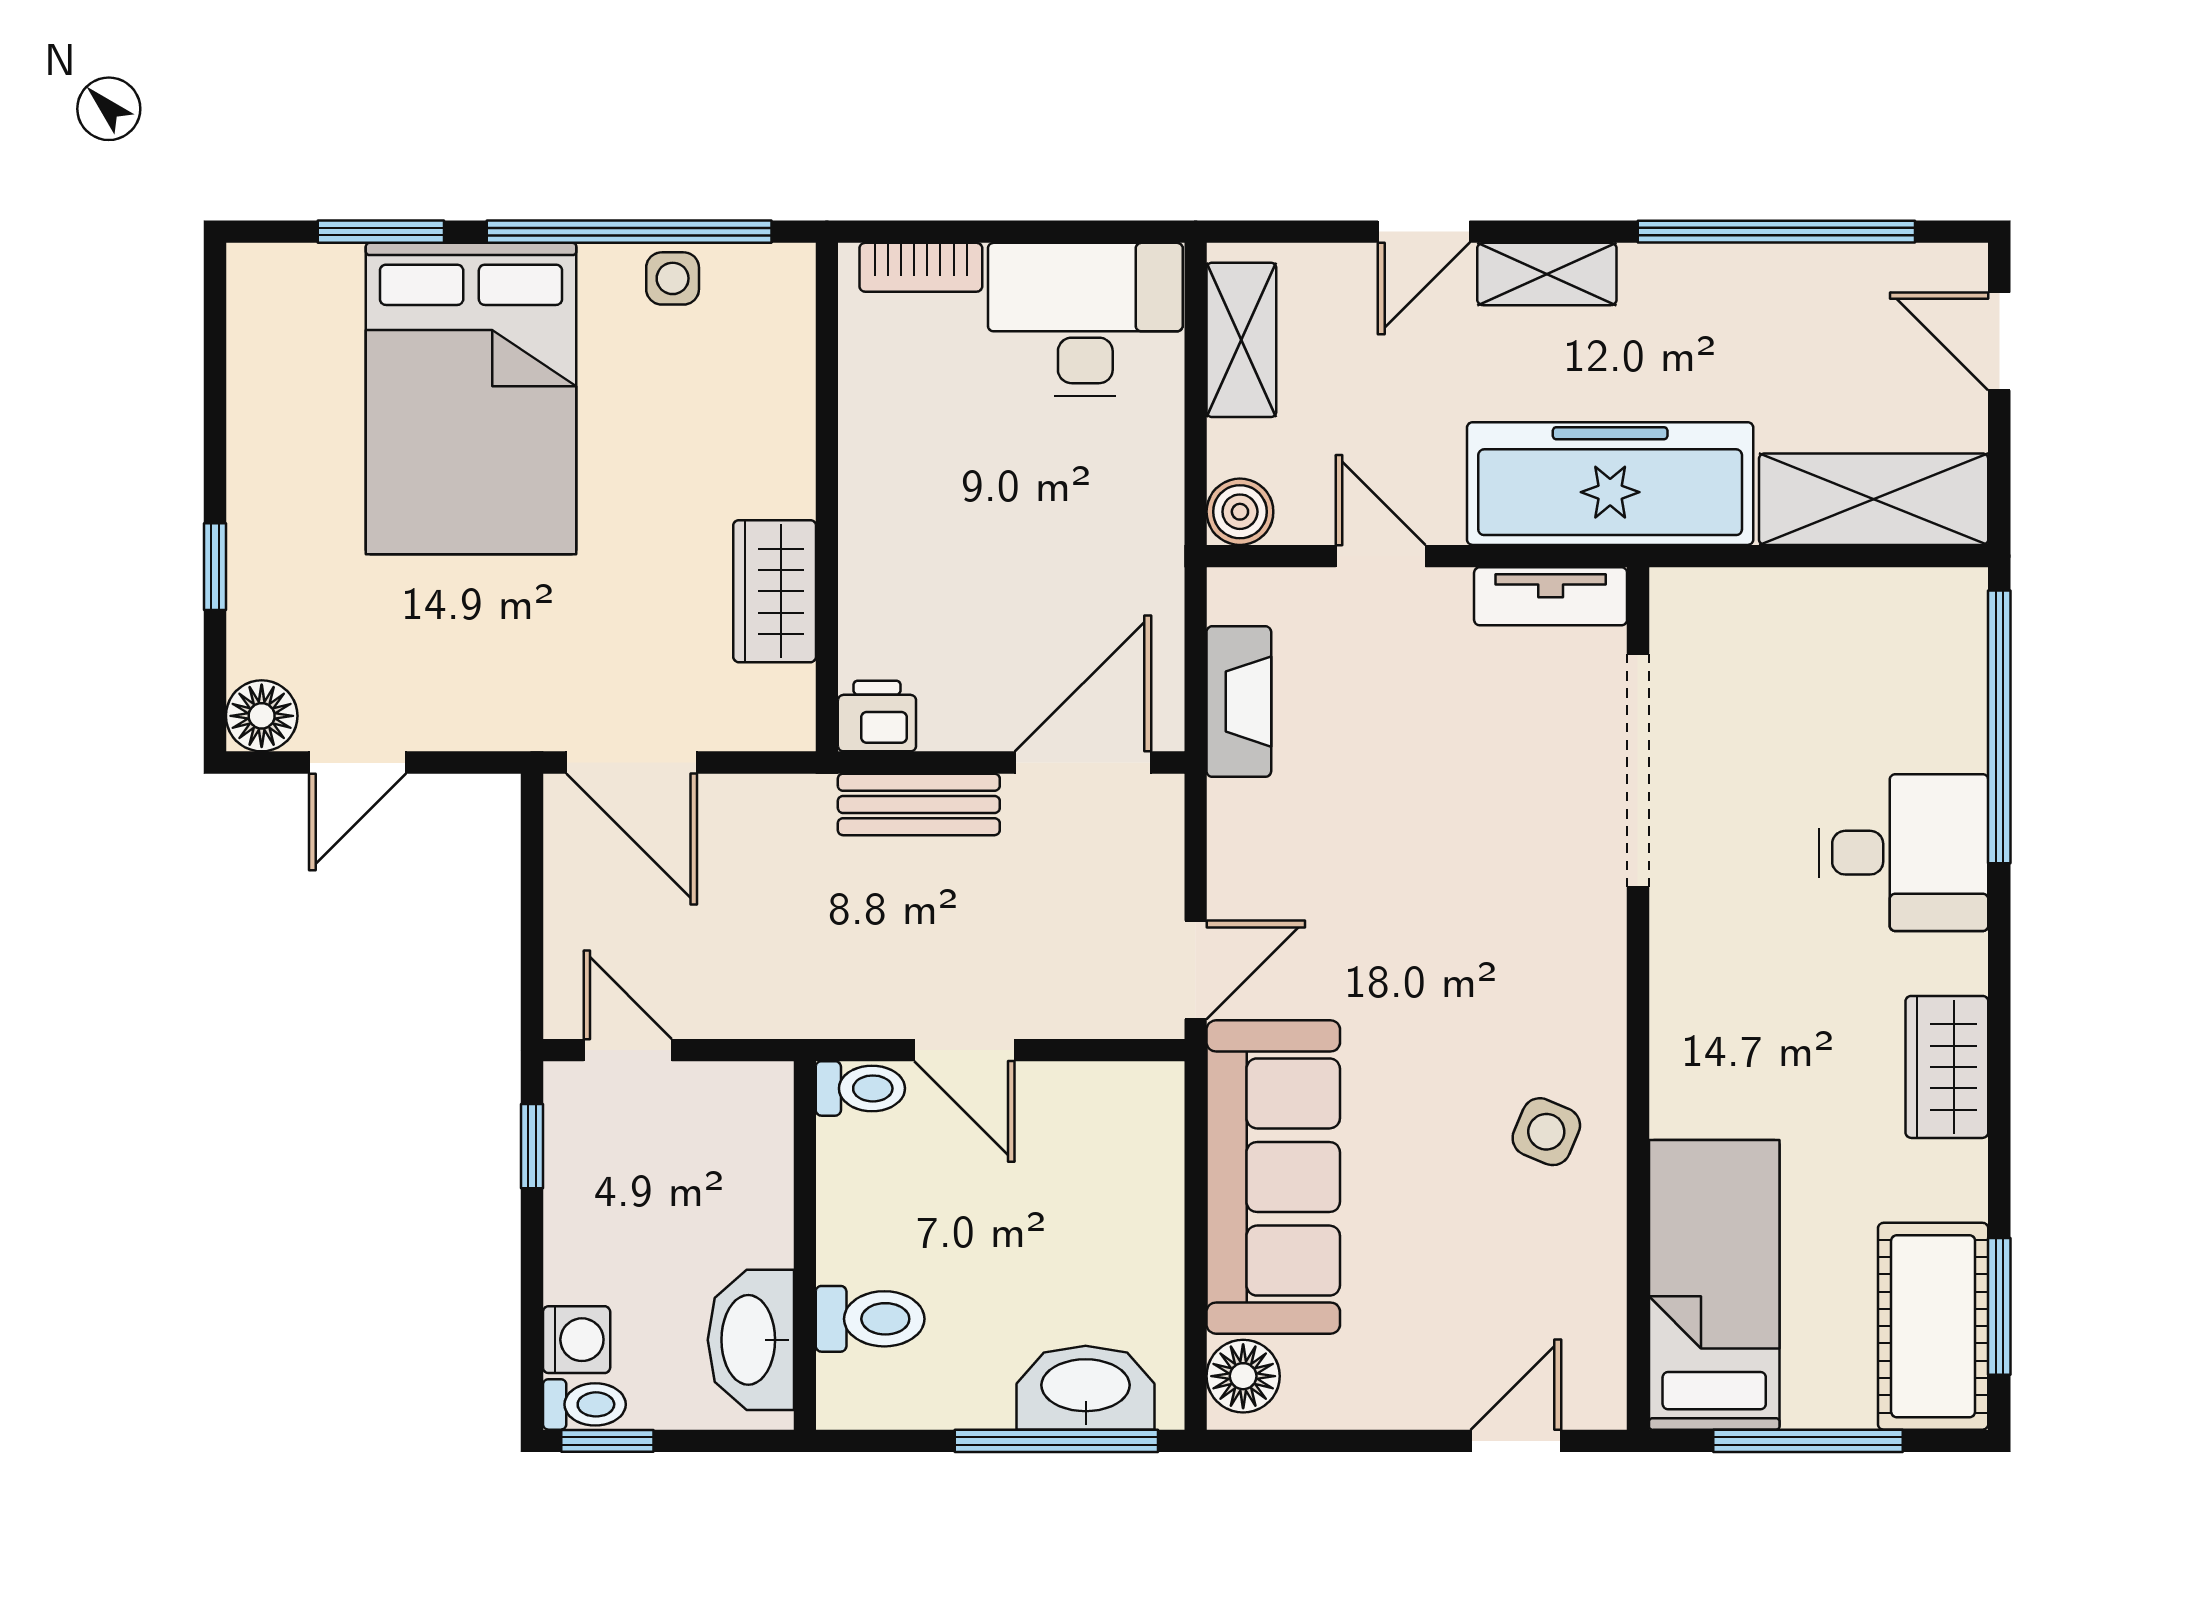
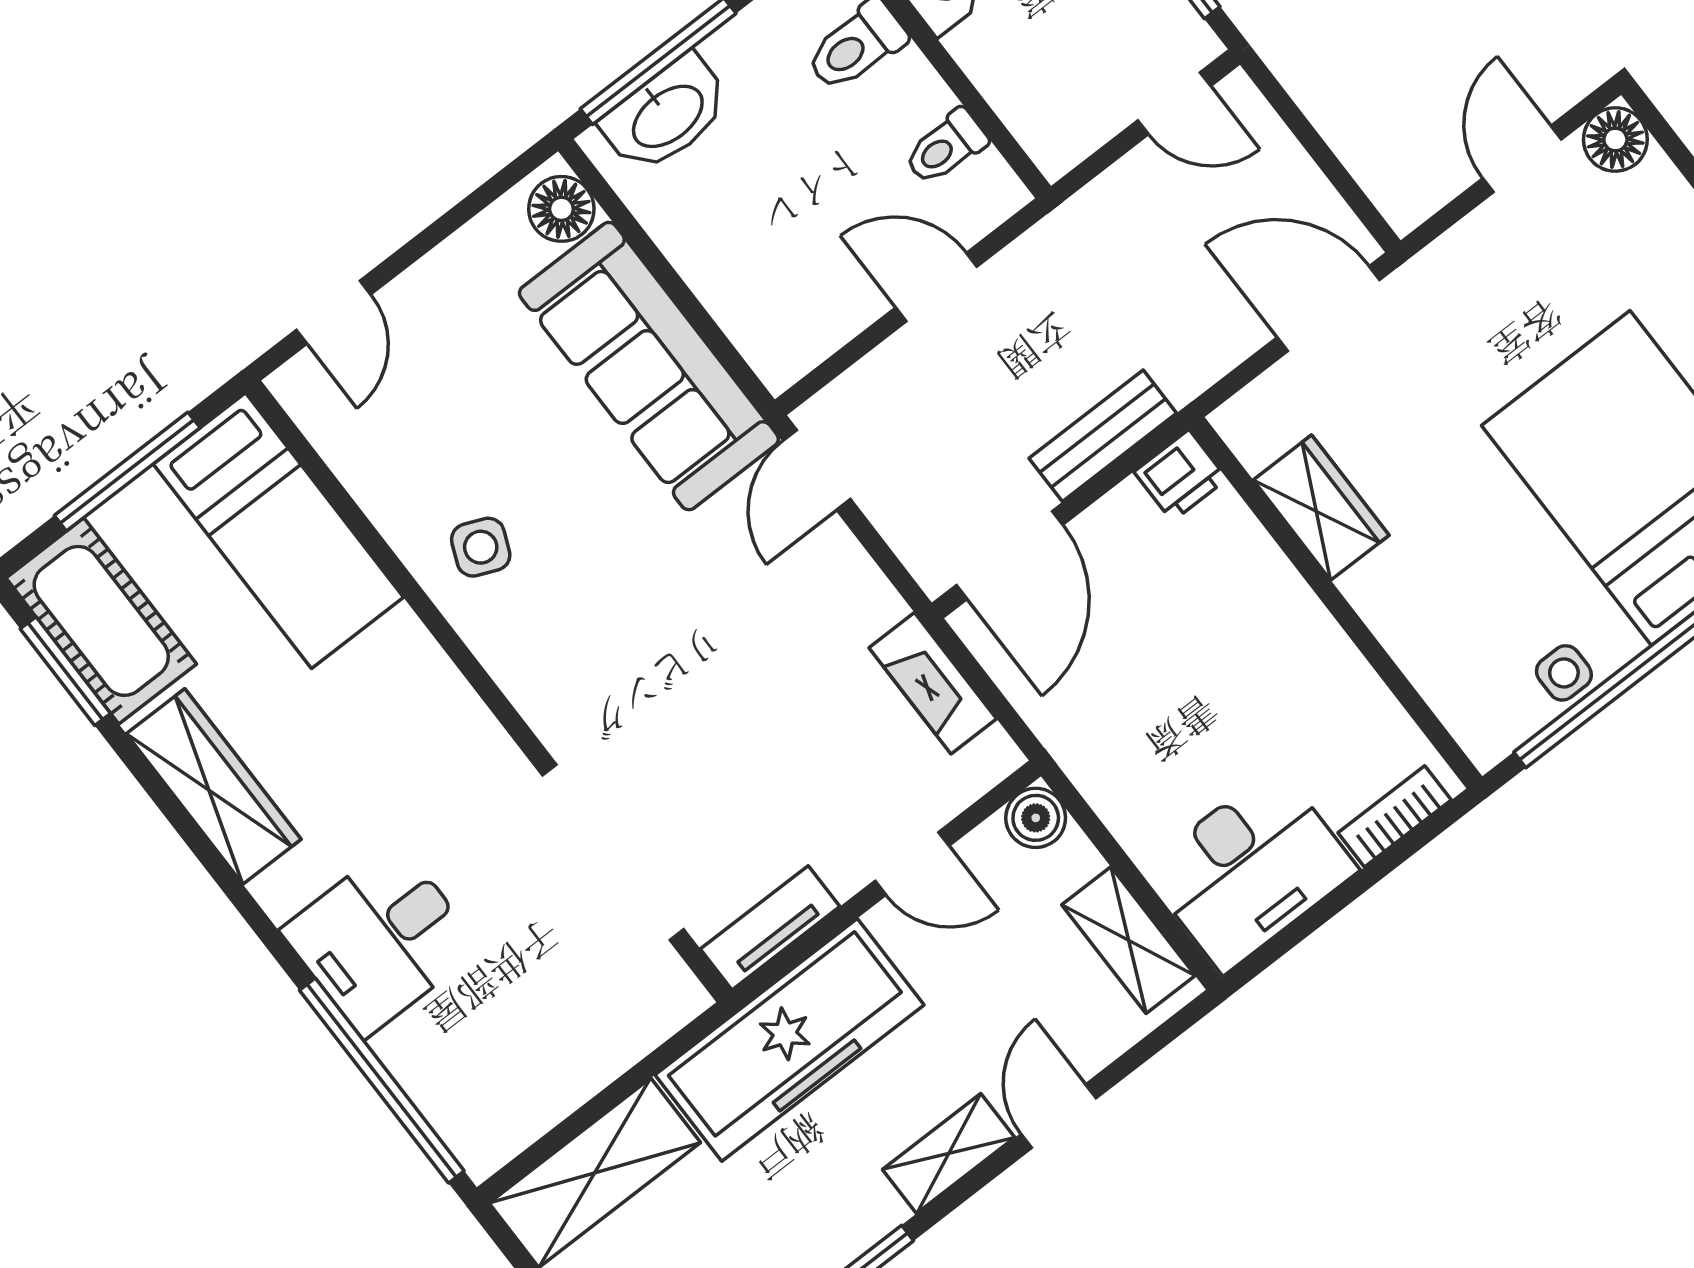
wardrobe: (1947, 1067) -> (214, 787), width x1.50
toilet: (860, 1088) -> (946, 147), moved

